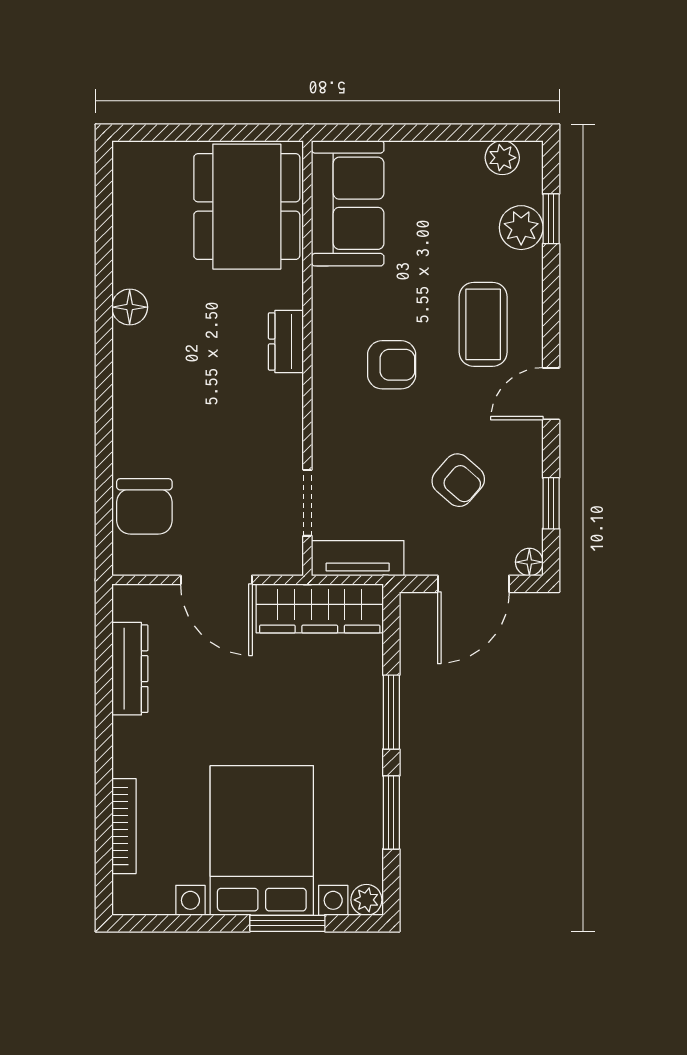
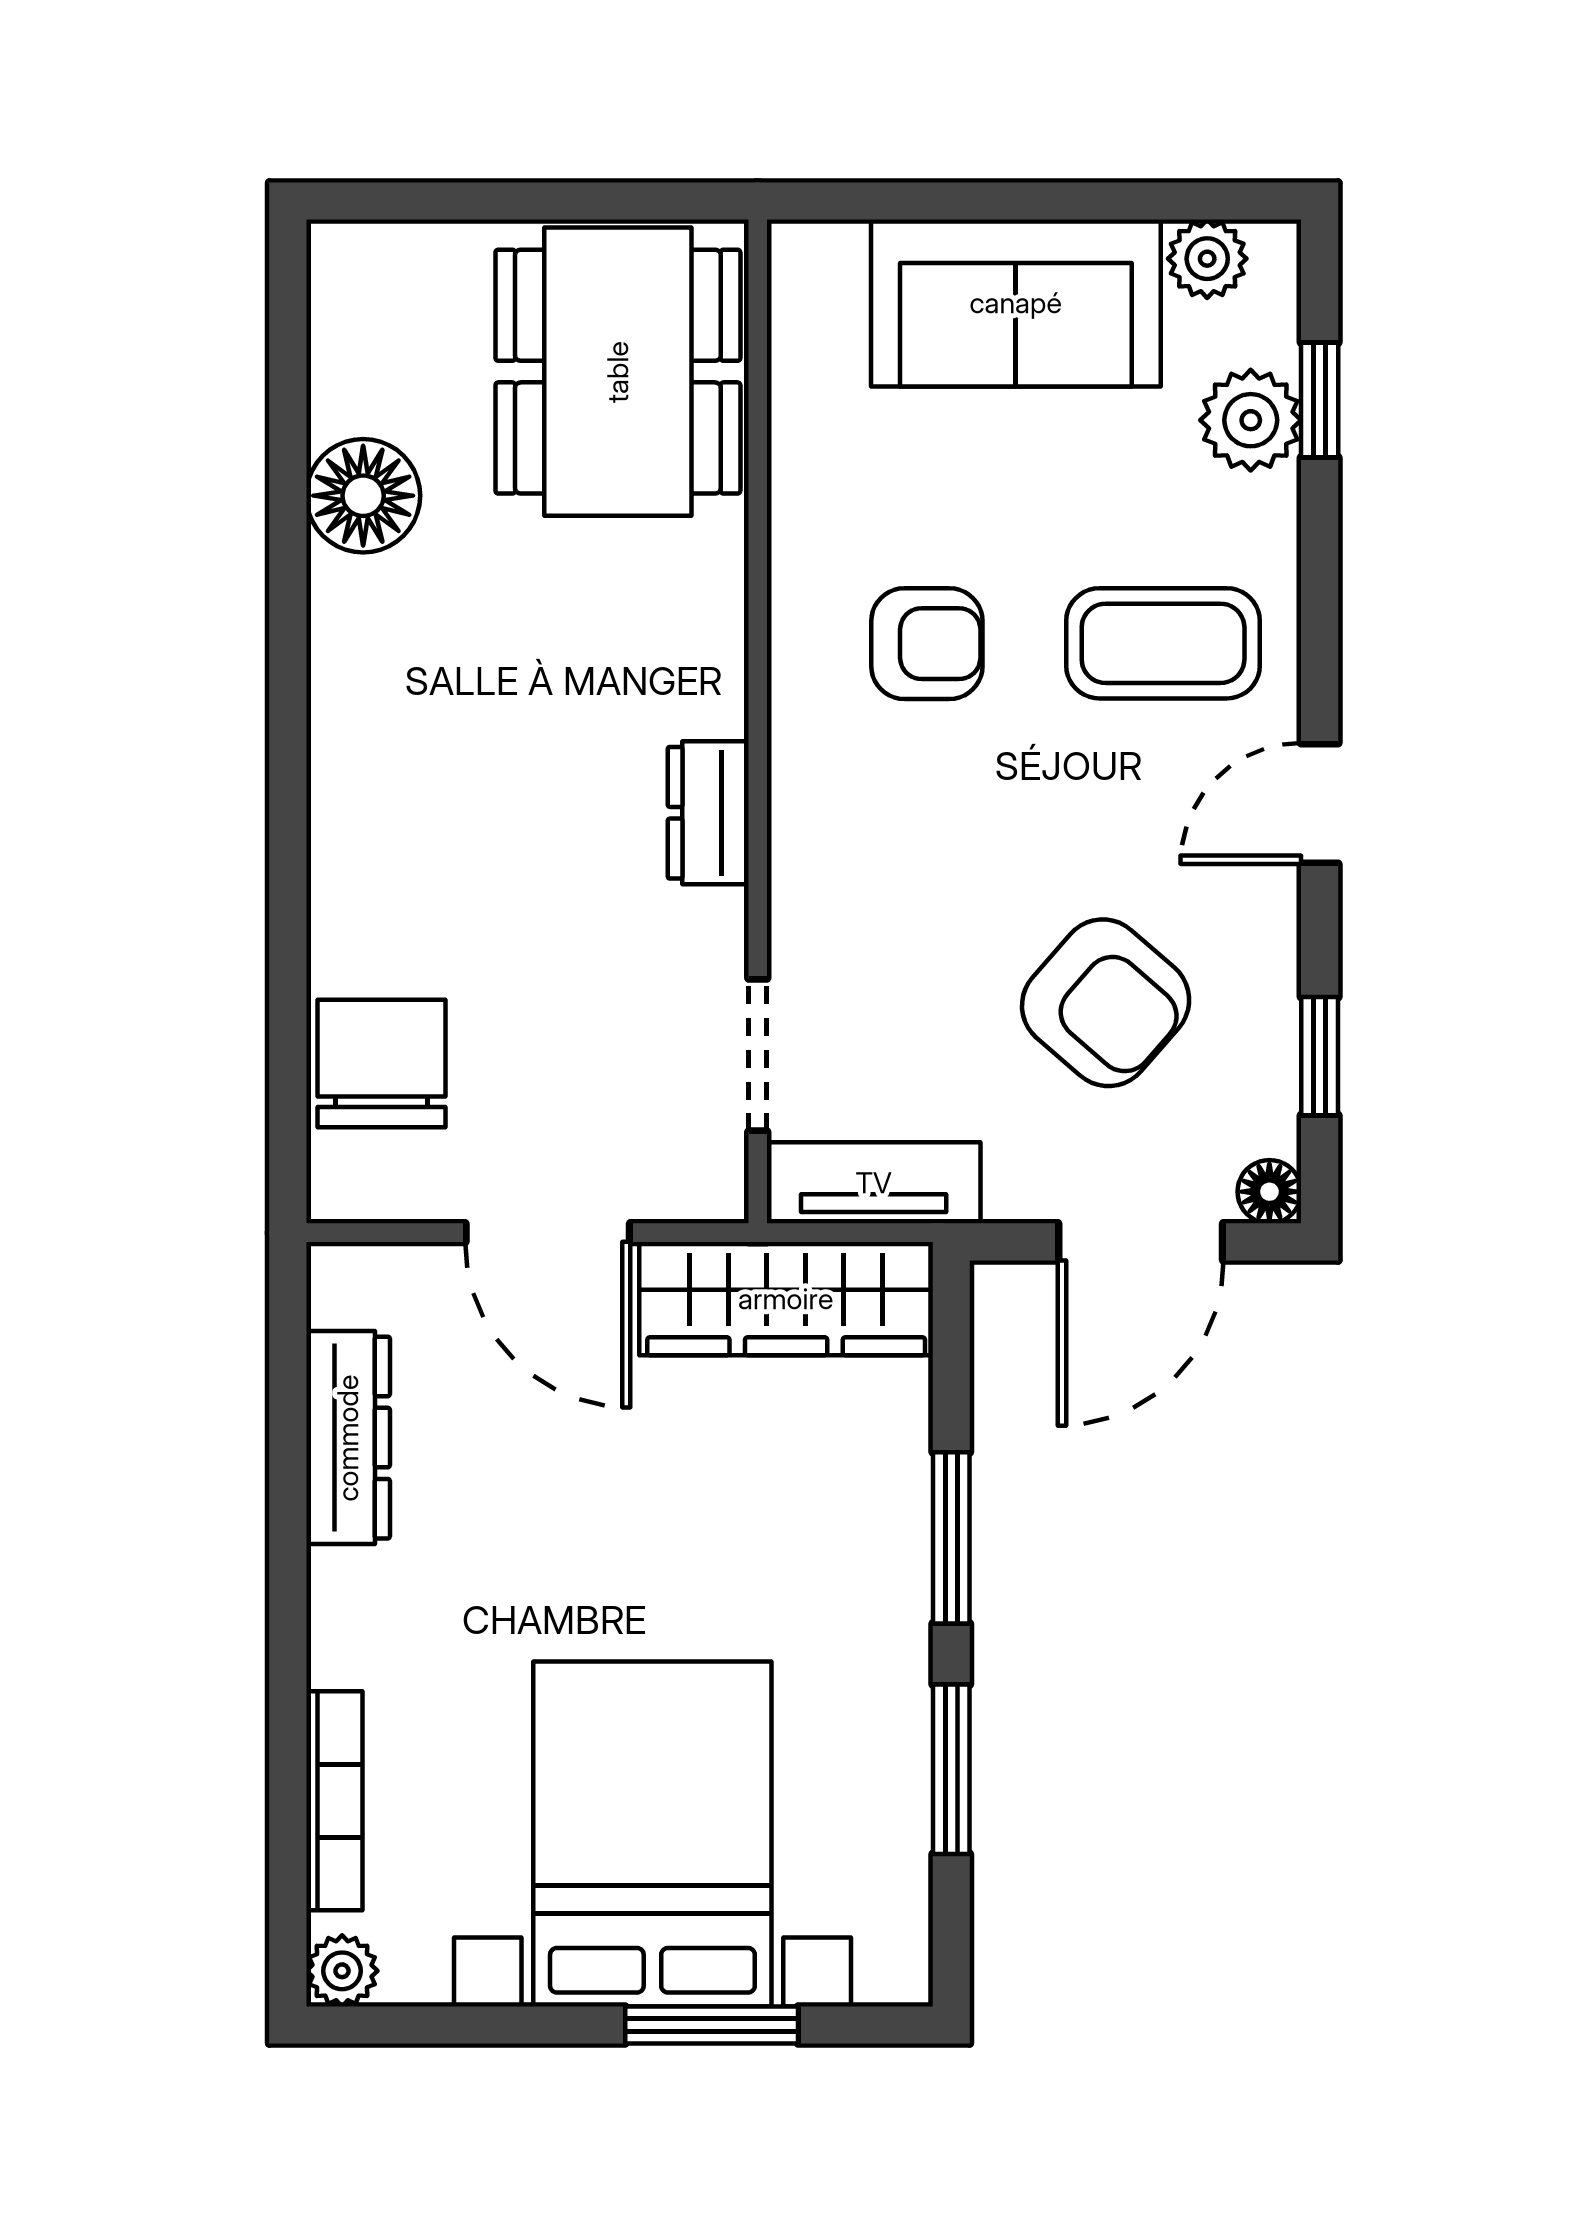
sofa: (348, 203) -> (1016, 303), moved, turned 90
floor lamp: (130, 307) -> (363, 496), moved, width x1.38, depth x1.38
coffee table: (483, 324) -> (1163, 643), turned 90
dresser: (286, 341) -> (708, 813), moved
armchair: (392, 365) -> (927, 644), moved
armchair: (458, 480) -> (1106, 1003), width x1.38, depth x1.38
chair: (144, 506) -> (382, 1063), turned 180
plant: (366, 900) -> (342, 1971), moved

